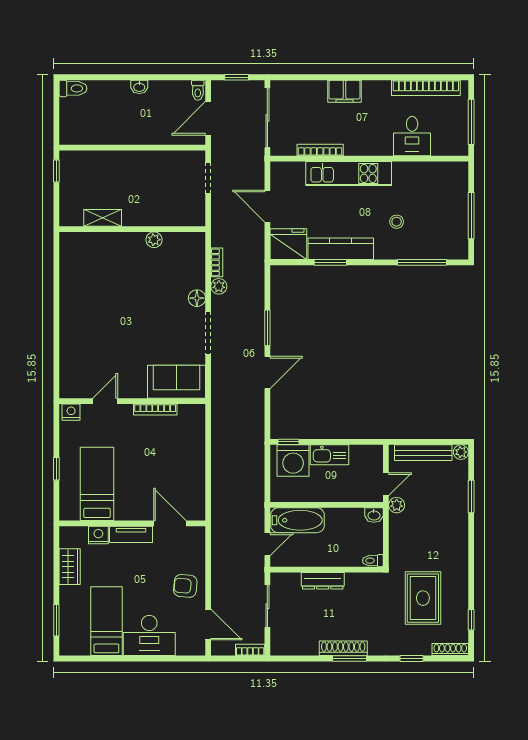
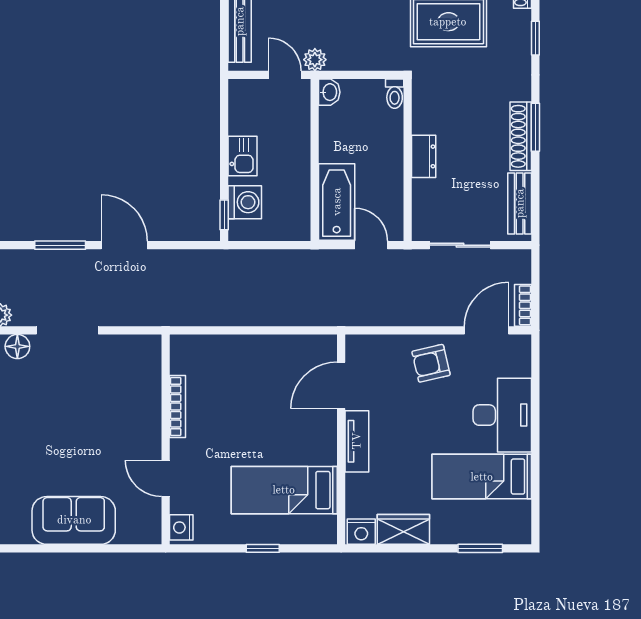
sofa: (177, 382) -> (74, 520), moved, turned 90
kitchen sink: (330, 455) -> (243, 156), width x0.73
washing machine: (293, 461) -> (245, 202), width x0.73, depth x0.73
nightstand: (98, 535) -> (361, 532), moved, turned -90
dresser: (323, 581) -> (424, 156), width x0.70
armchair: (185, 586) -> (431, 363), turned 72
bench: (296, 648) -> (520, 203), added
bookcase: (250, 650) -> (523, 305), moved

